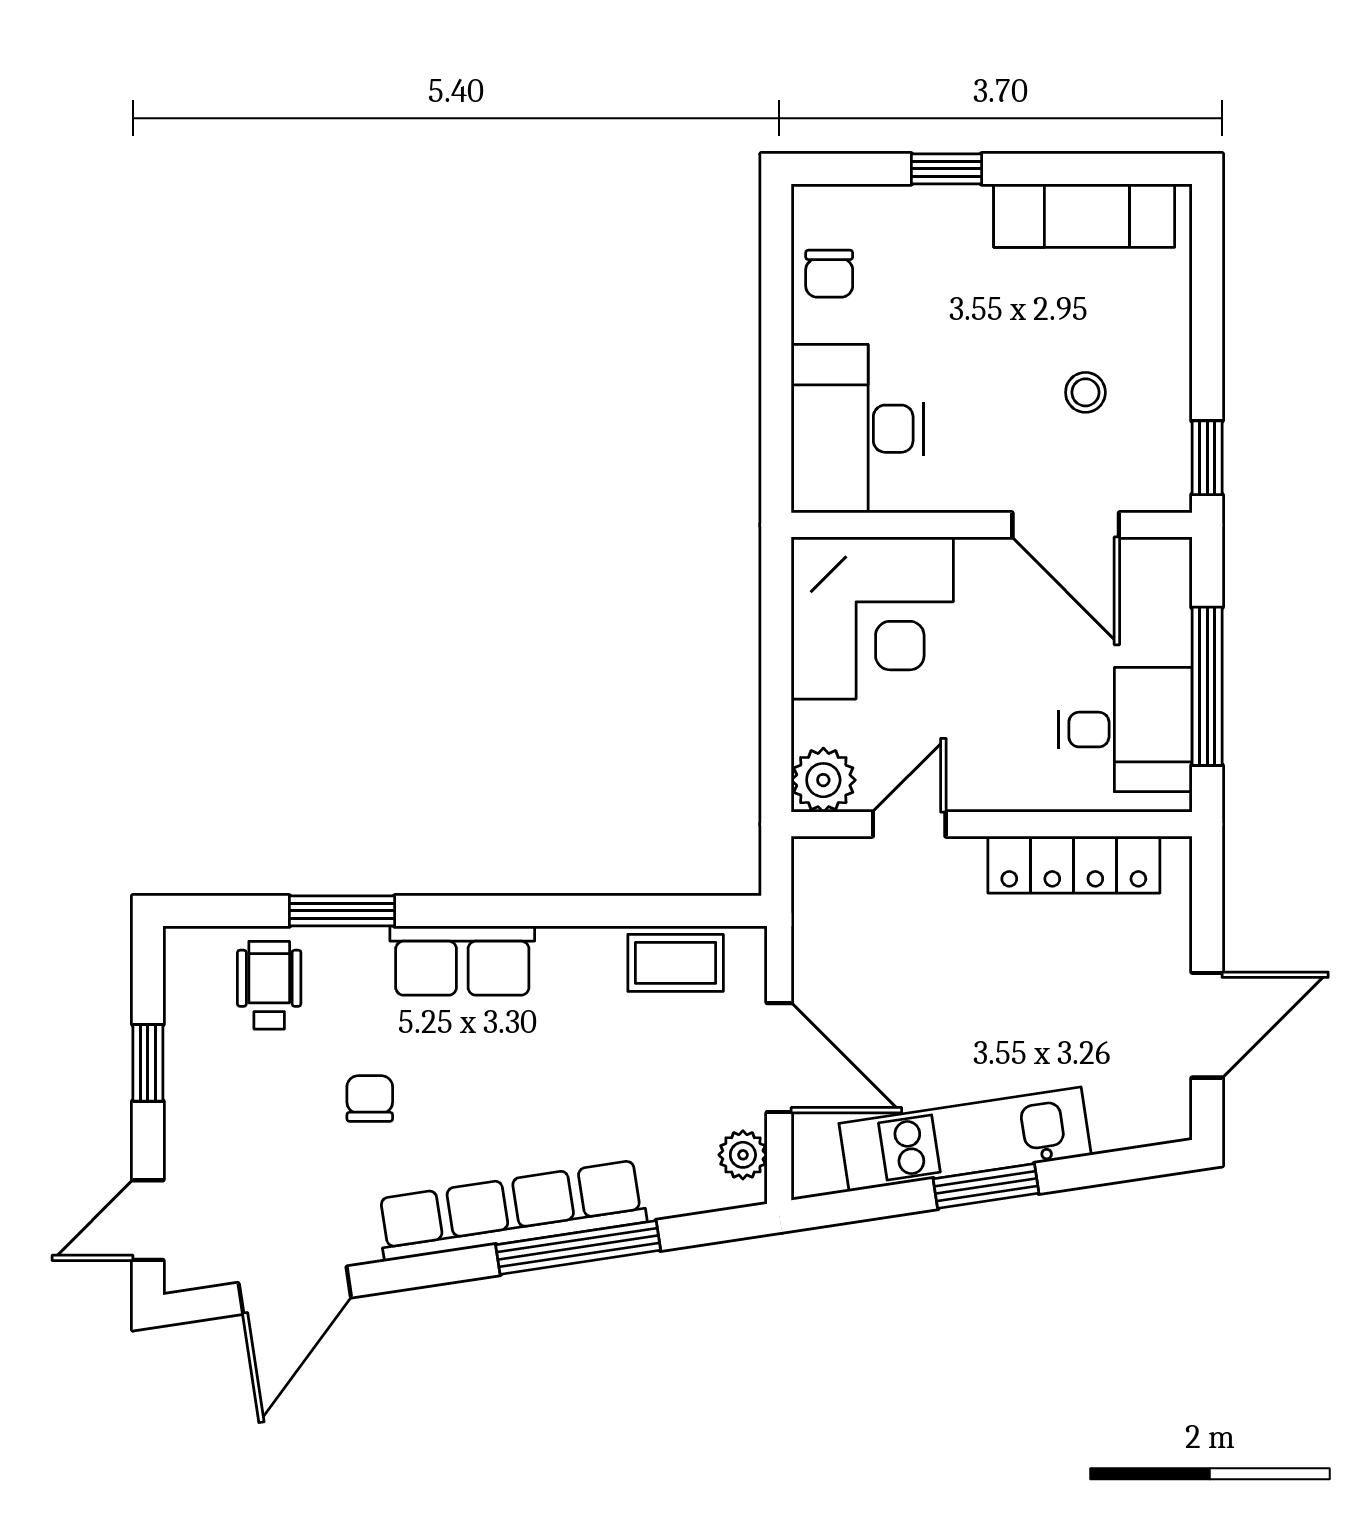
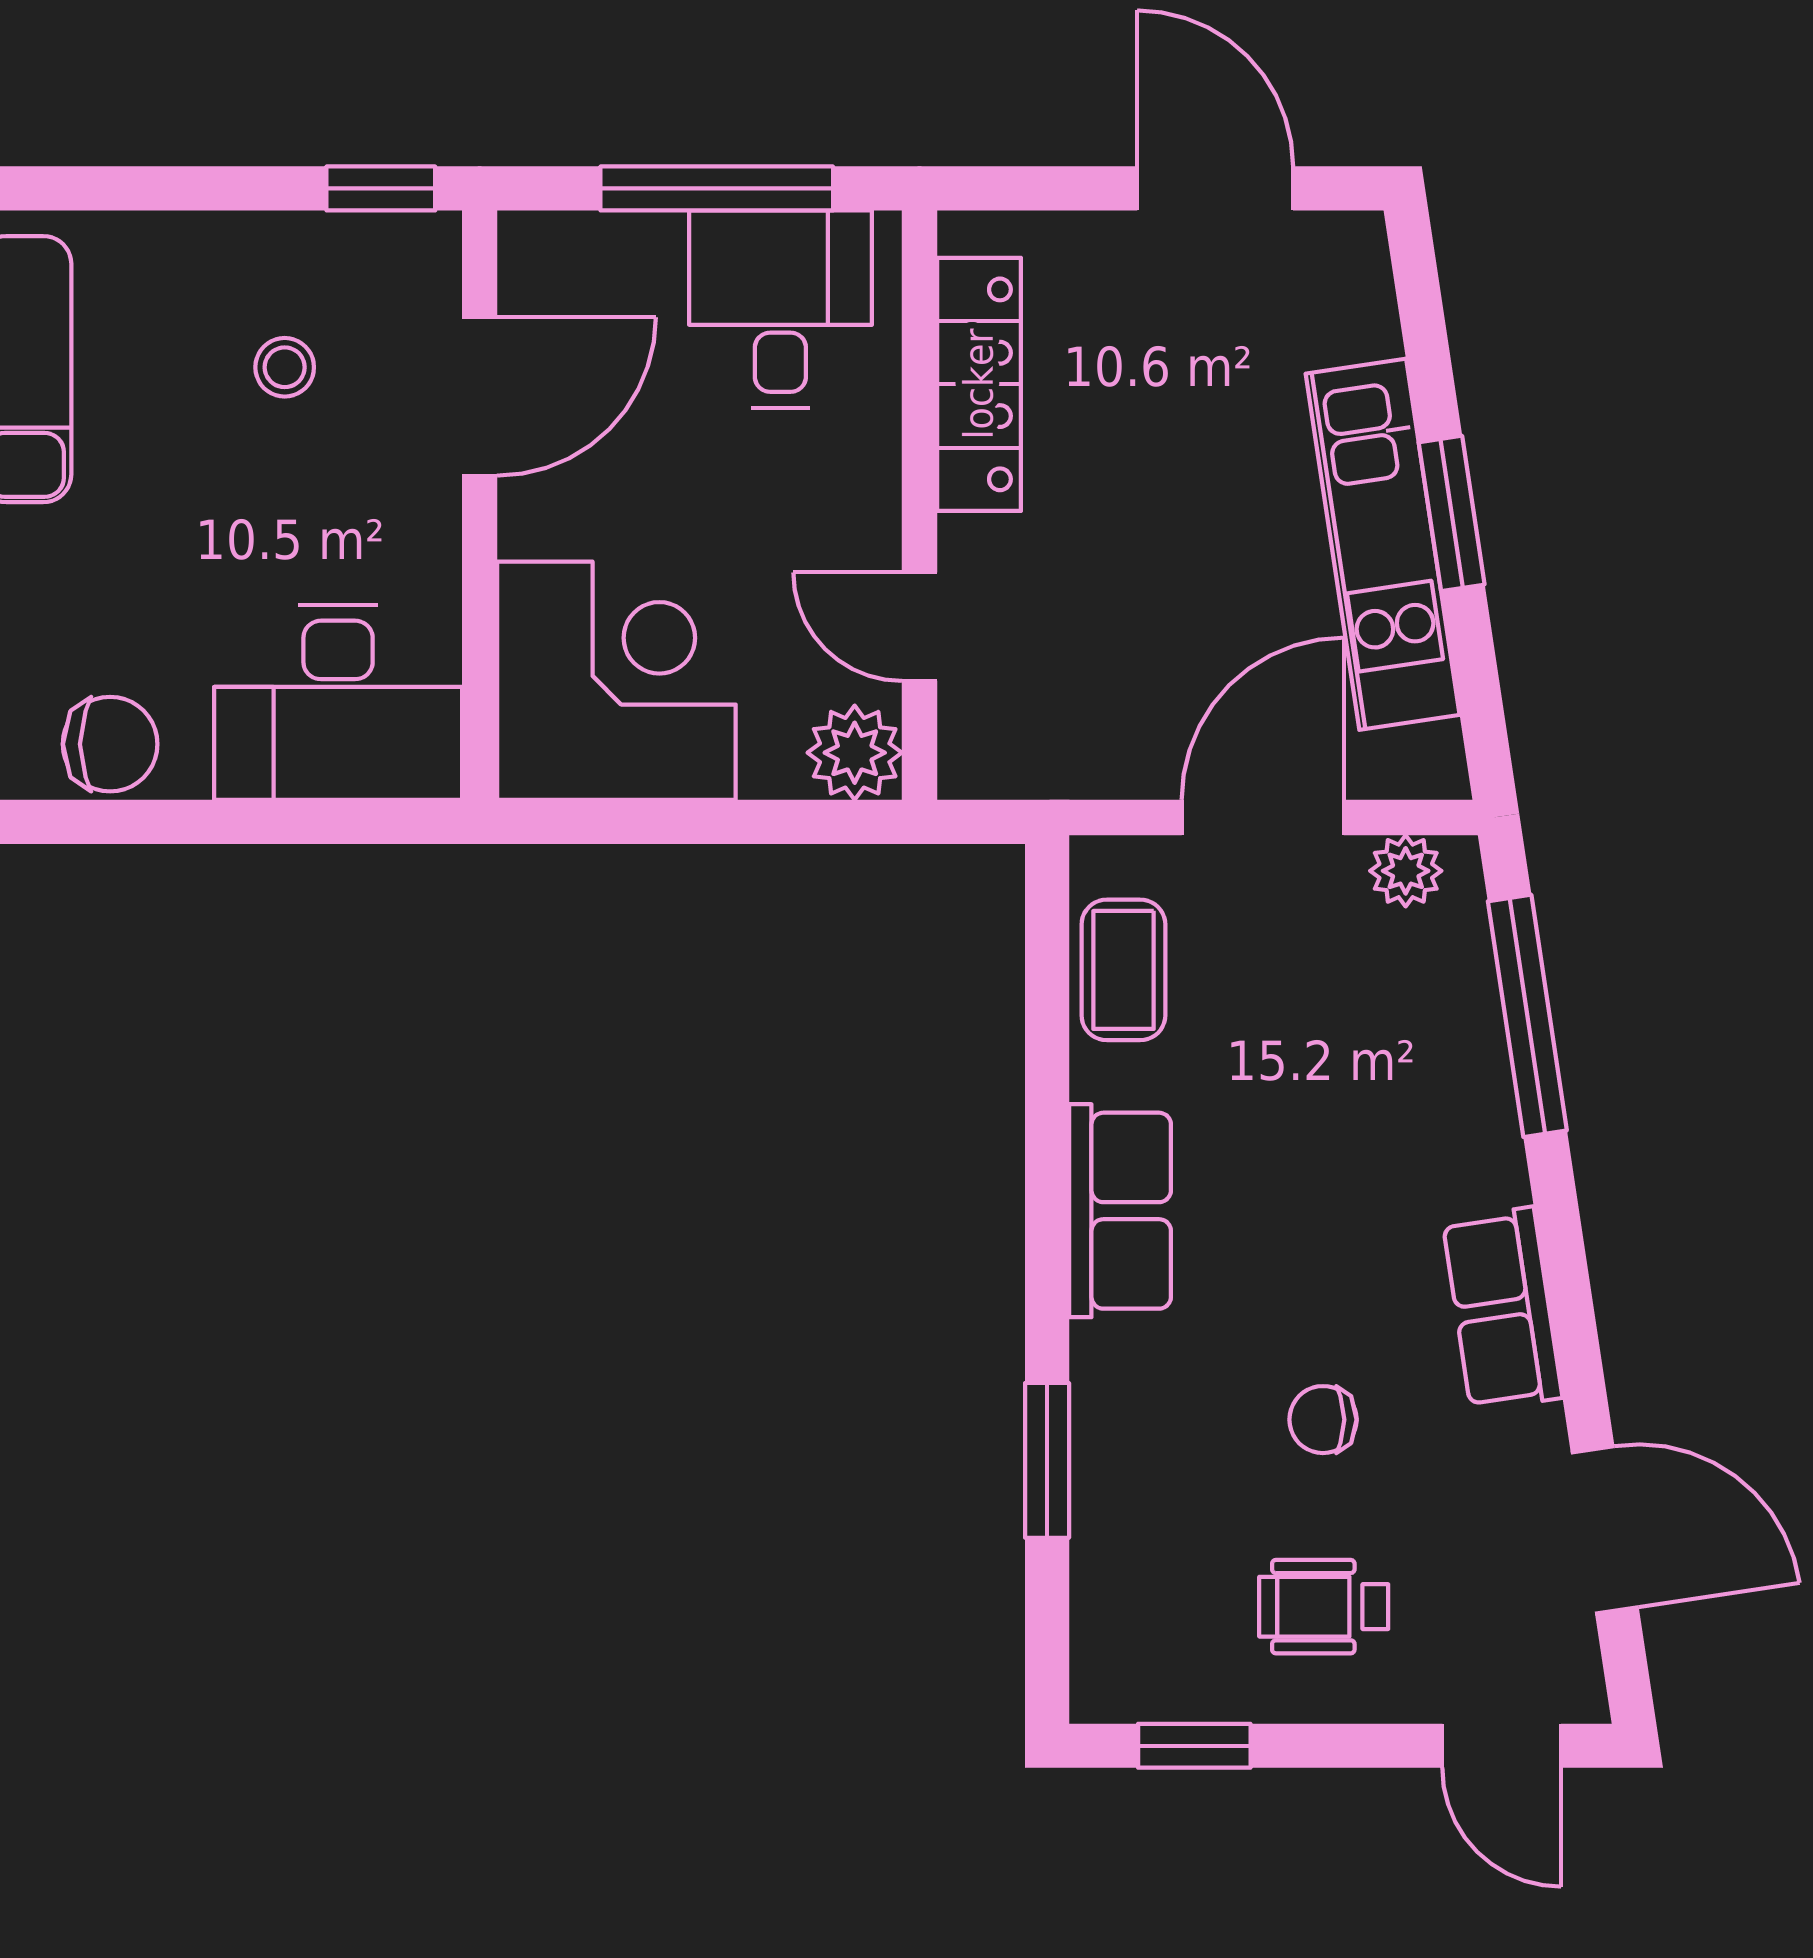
chair: (829, 274) -> (110, 744), width x1.37, depth x1.37
row of seats: (462, 961) -> (1120, 1211), moved
wheelchair: (269, 985) -> (1324, 1607), moved
window: (148, 1063) -> (1194, 1746), moved
row of seats: (511, 1211) -> (1502, 1309), width x0.50
window: (578, 1248) -> (1527, 1016), moved

